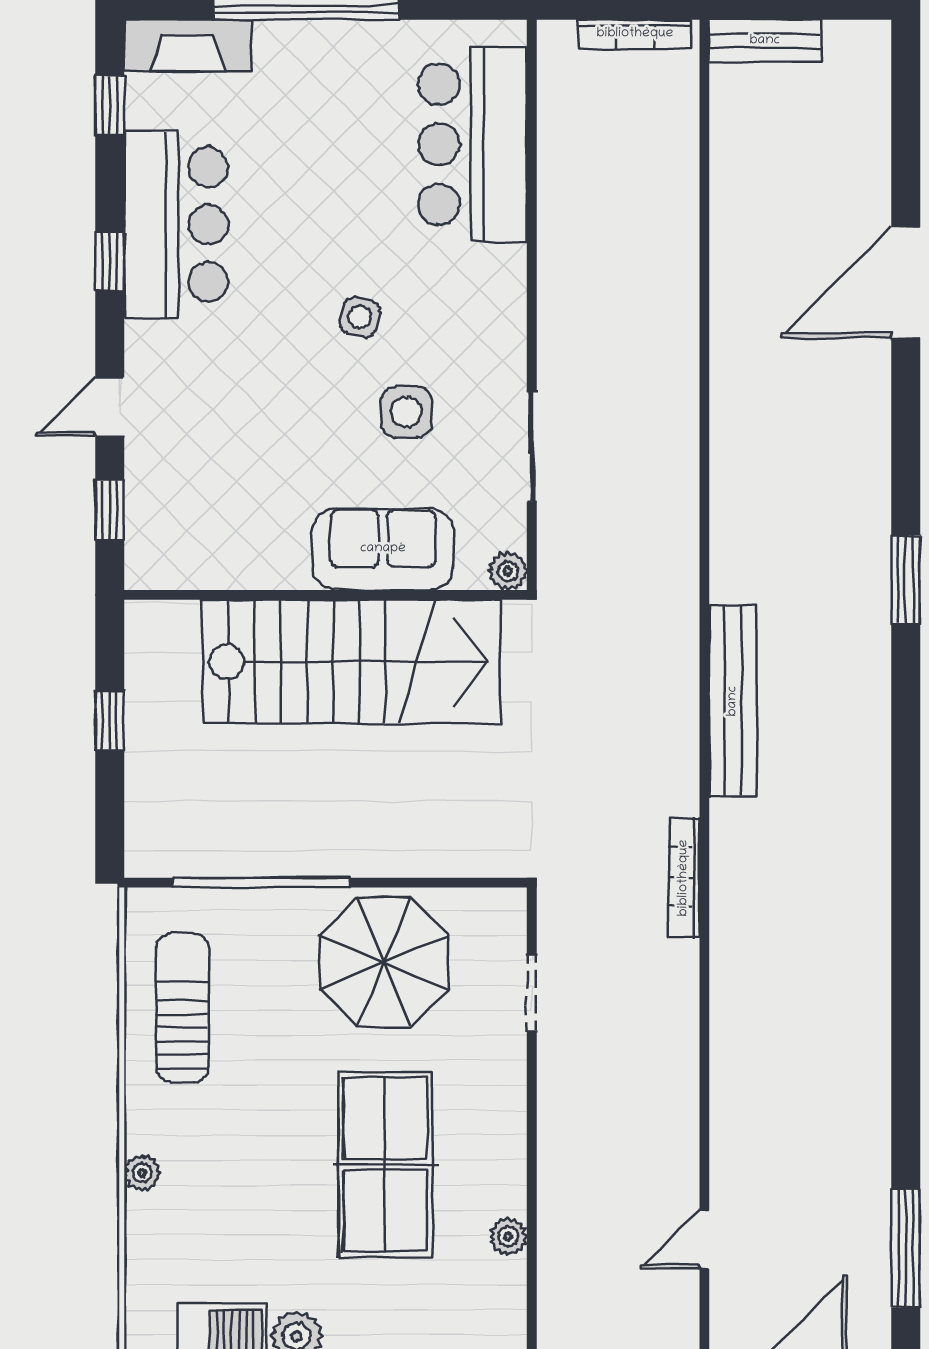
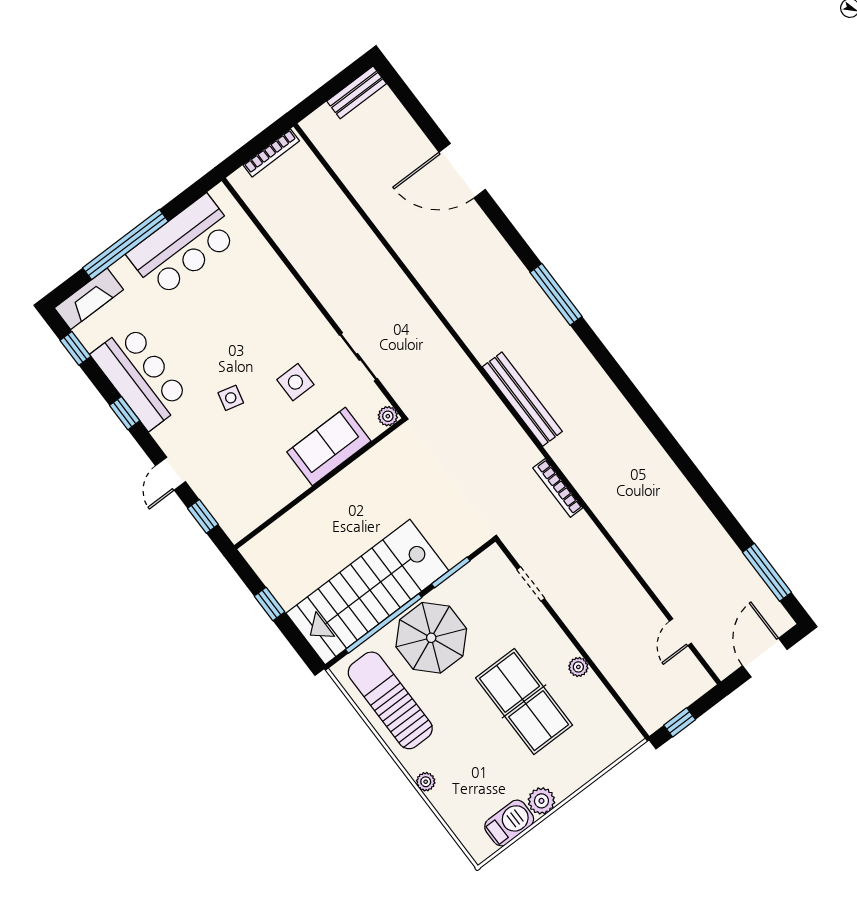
bench: (765, 41) -> (357, 92), moved
bar counter: (473, 144) -> (183, 246), moved, turned -90
door: (906, 283) -> (462, 171), hinge flipped
side table: (360, 317) -> (231, 398), moved
window: (906, 580) -> (556, 294), width x1.44
stairs: (352, 662) -> (367, 592), moved, turned 180
window: (423, 883) -> (451, 572), added
parasol: (384, 962) -> (431, 638), moved
sun lounger: (182, 1008) -> (390, 700), width x1.36, depth x1.34
plant: (508, 1236) -> (578, 667), moved

